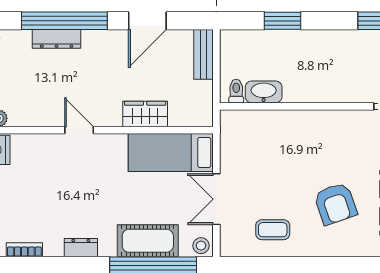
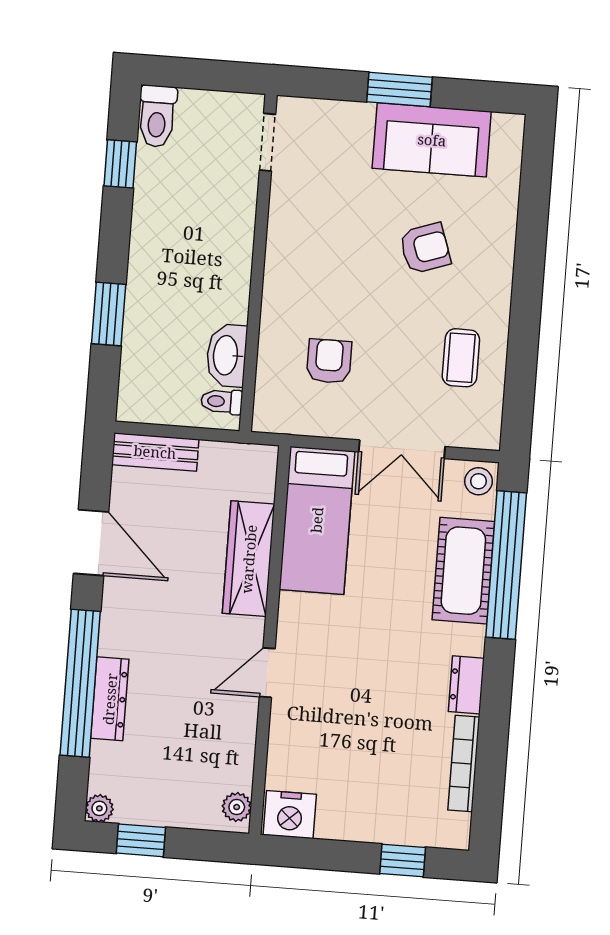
wardrobe: (145, 114) -> (249, 559), width x1.50
armchair: (265, 152) -> (329, 361), added
armchair: (335, 204) -> (425, 248), width x0.72, depth x0.72
bookcase: (24, 250) -> (464, 764), width x1.56

